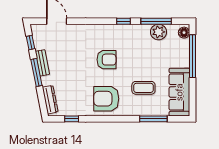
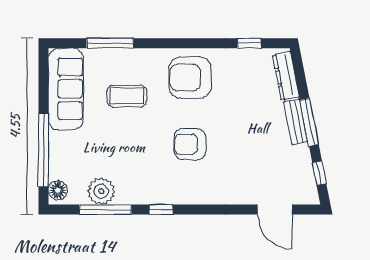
bench: (42, 63) -> (296, 122), moved
armchair: (106, 99) -> (190, 78), turned 180

